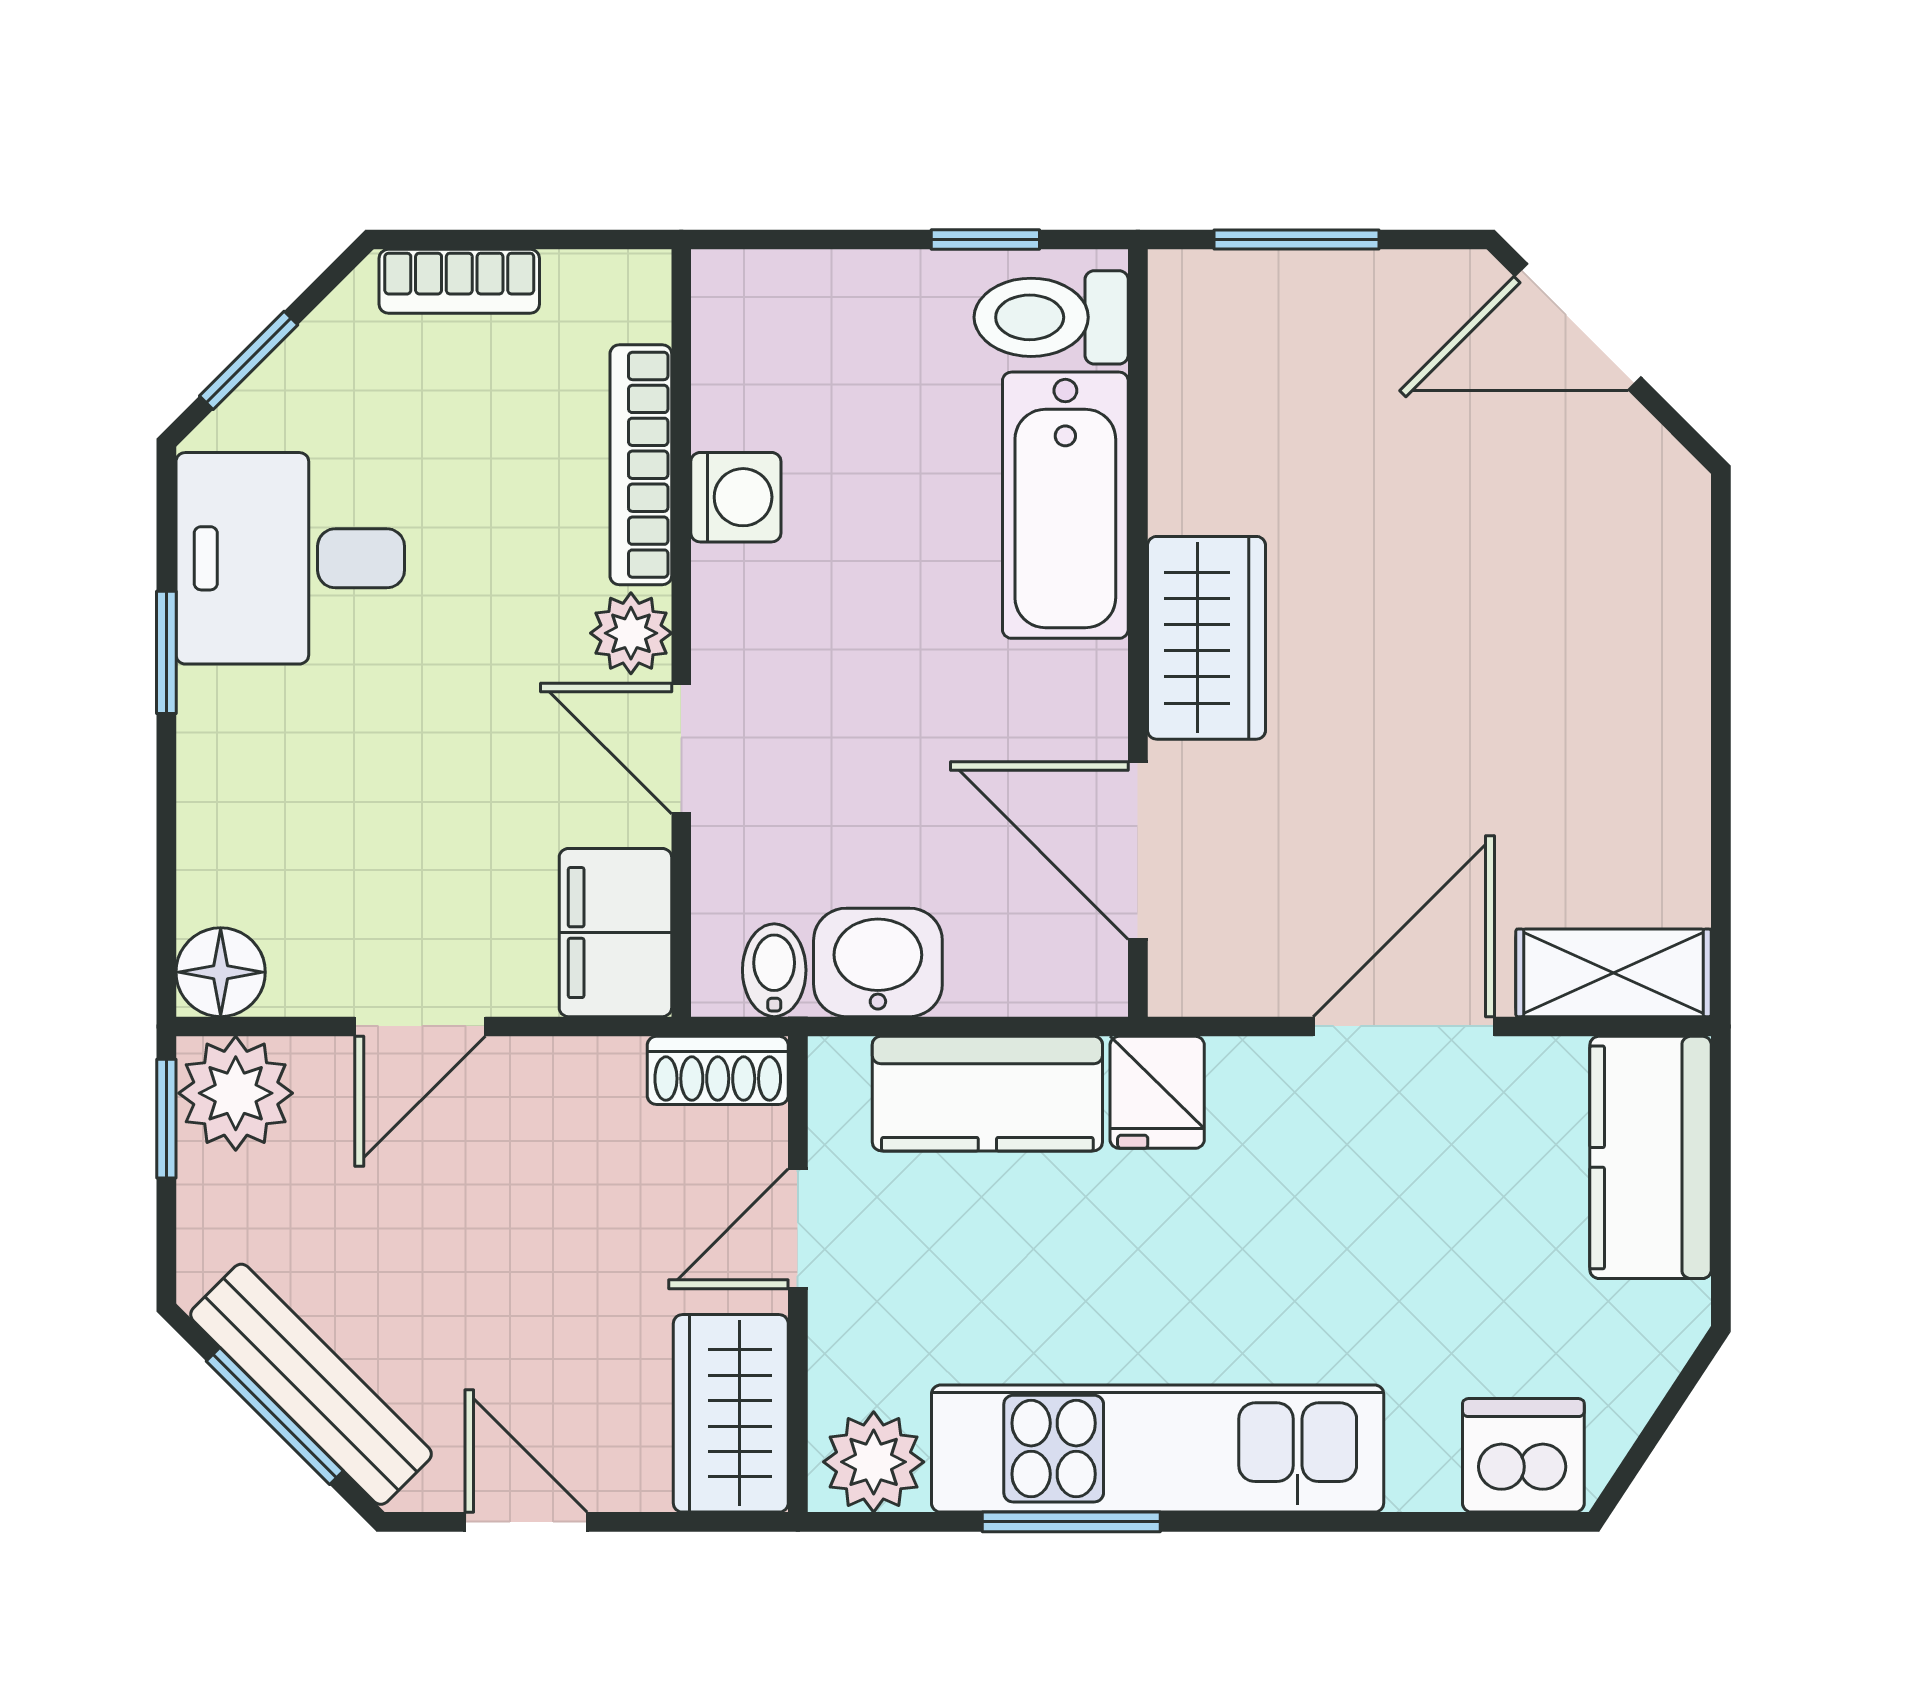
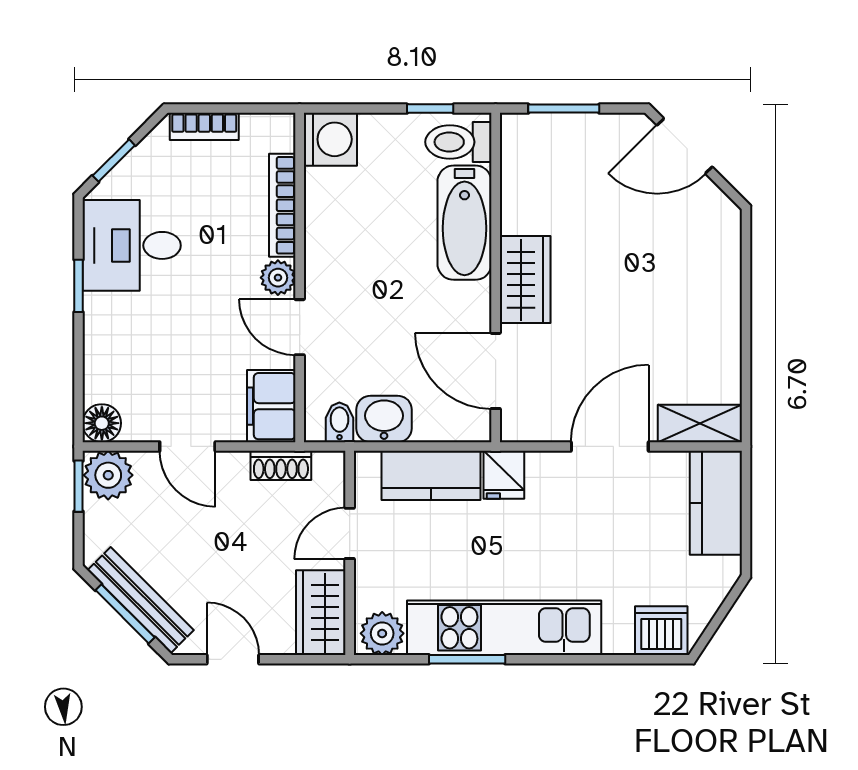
washing machine: (736, 497) -> (330, 139), moved, width x1.38, depth x1.38
door: (420, 1026) -> (187, 446), hinge flipped
shoe rack: (718, 1070) -> (281, 465), moved

